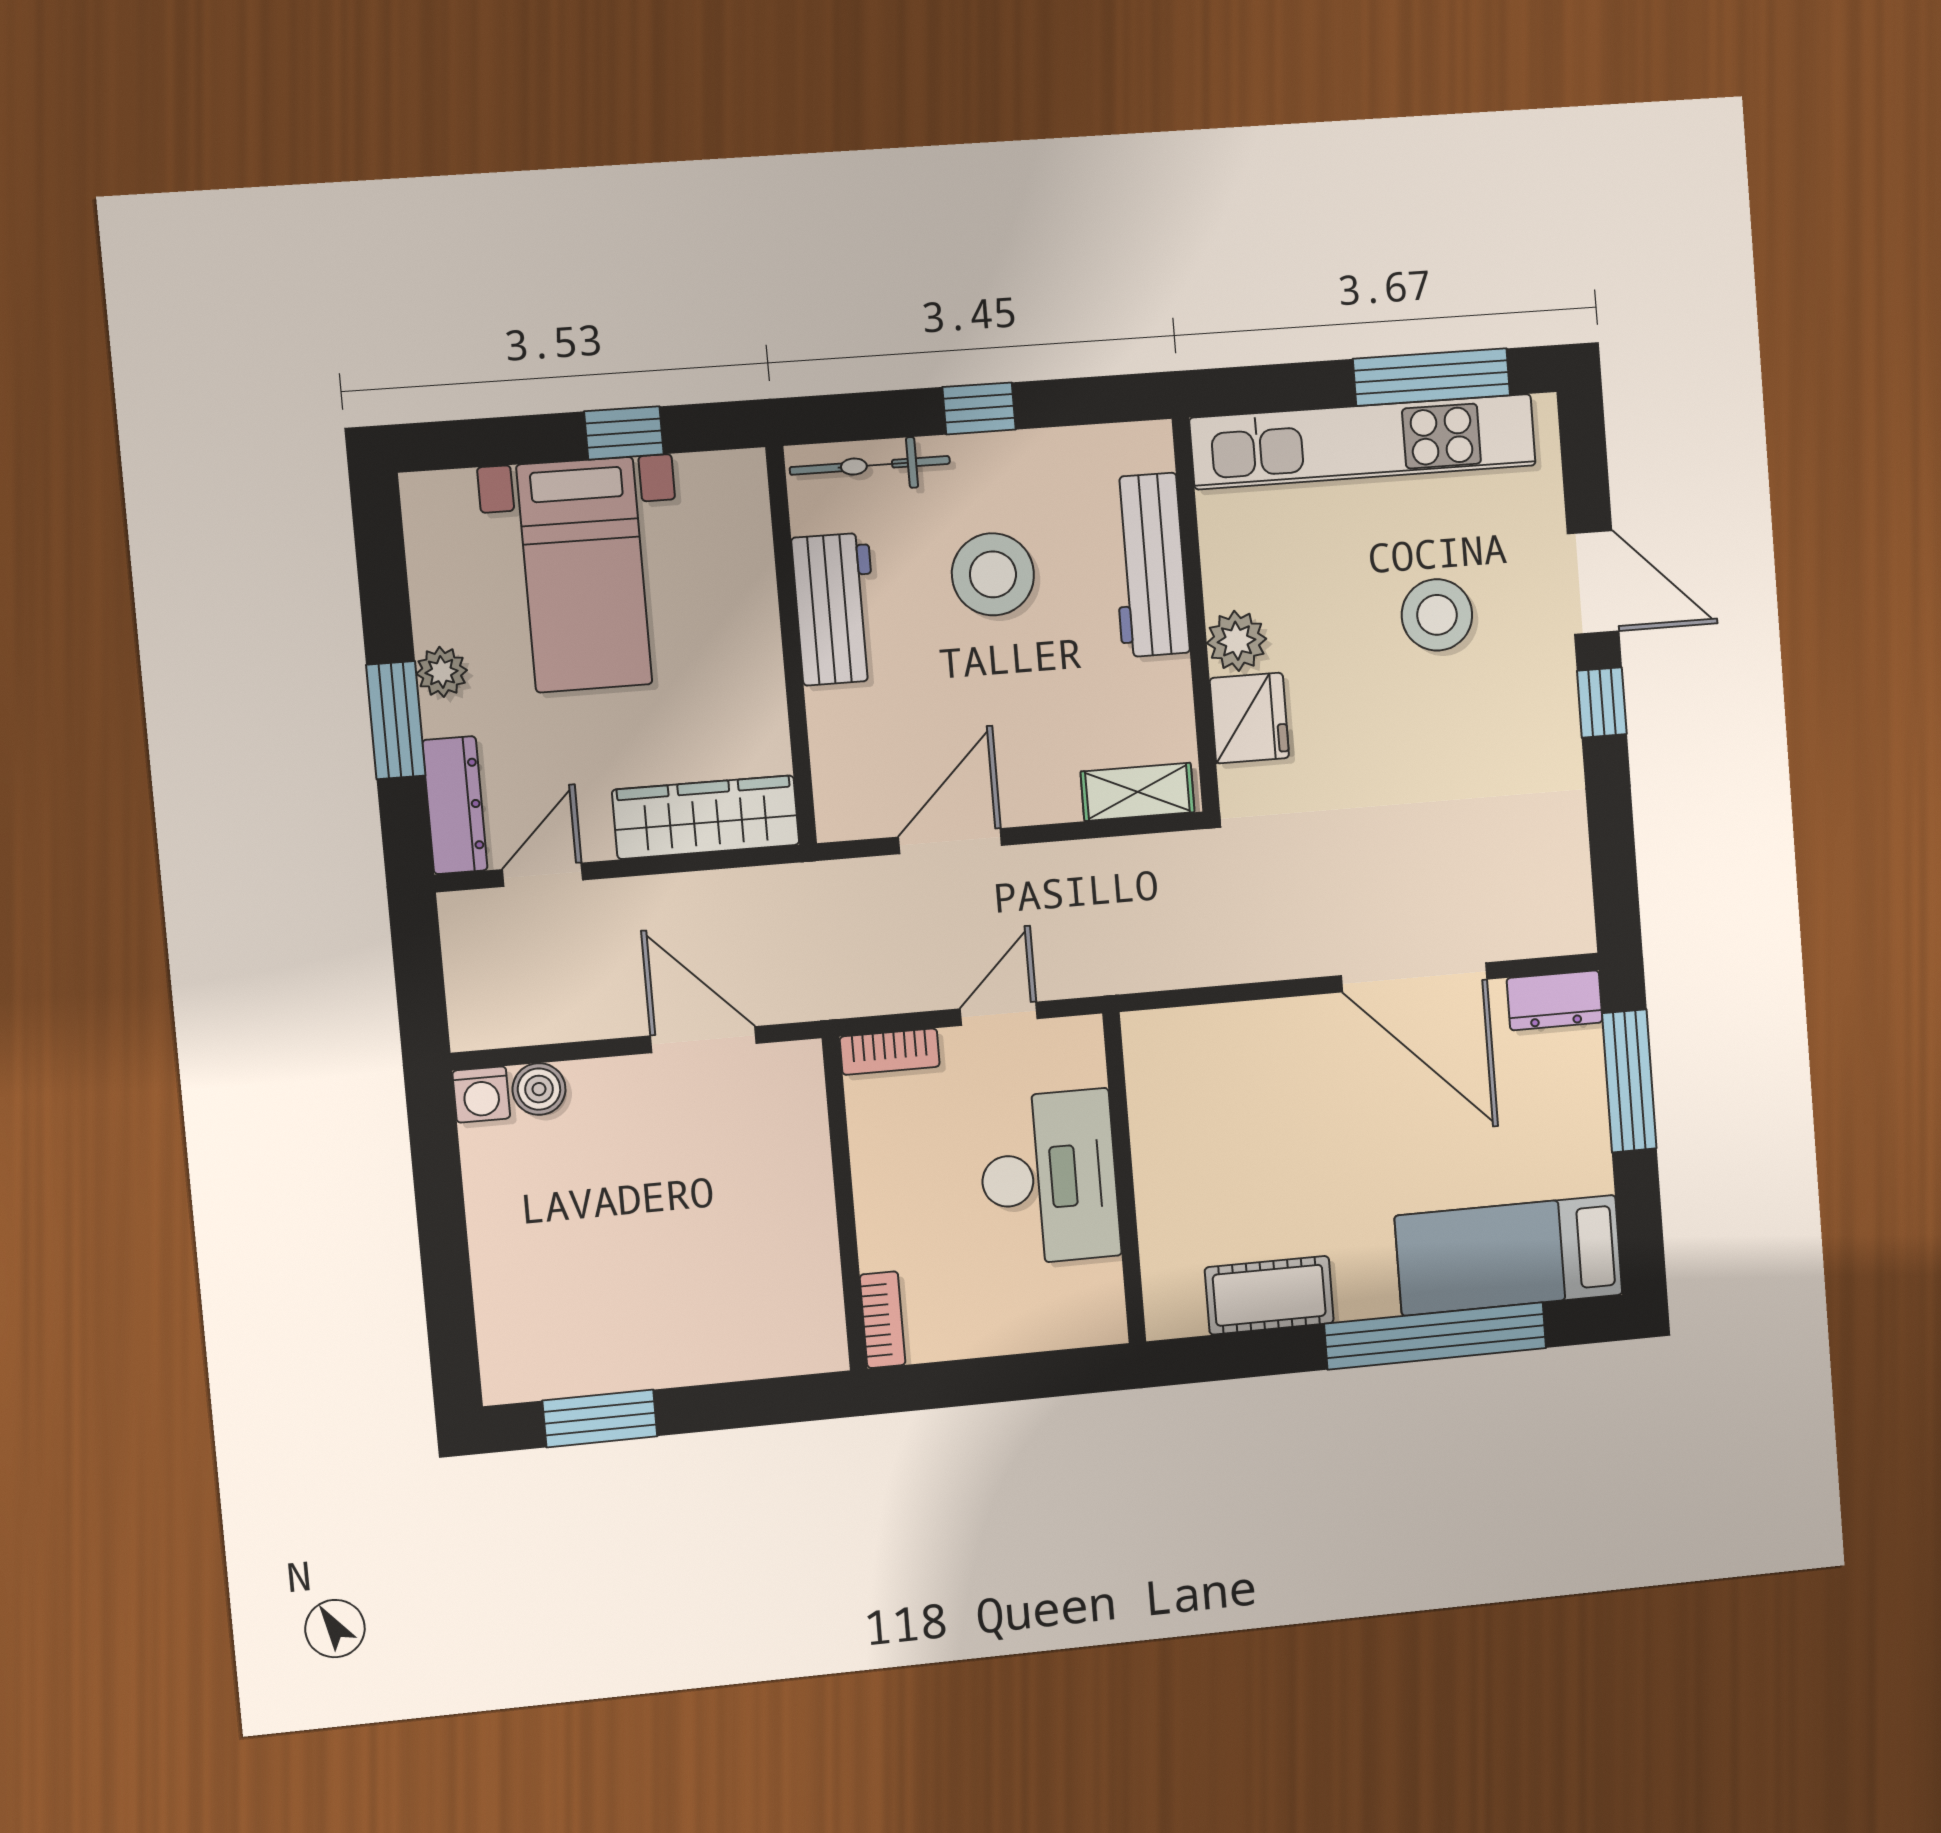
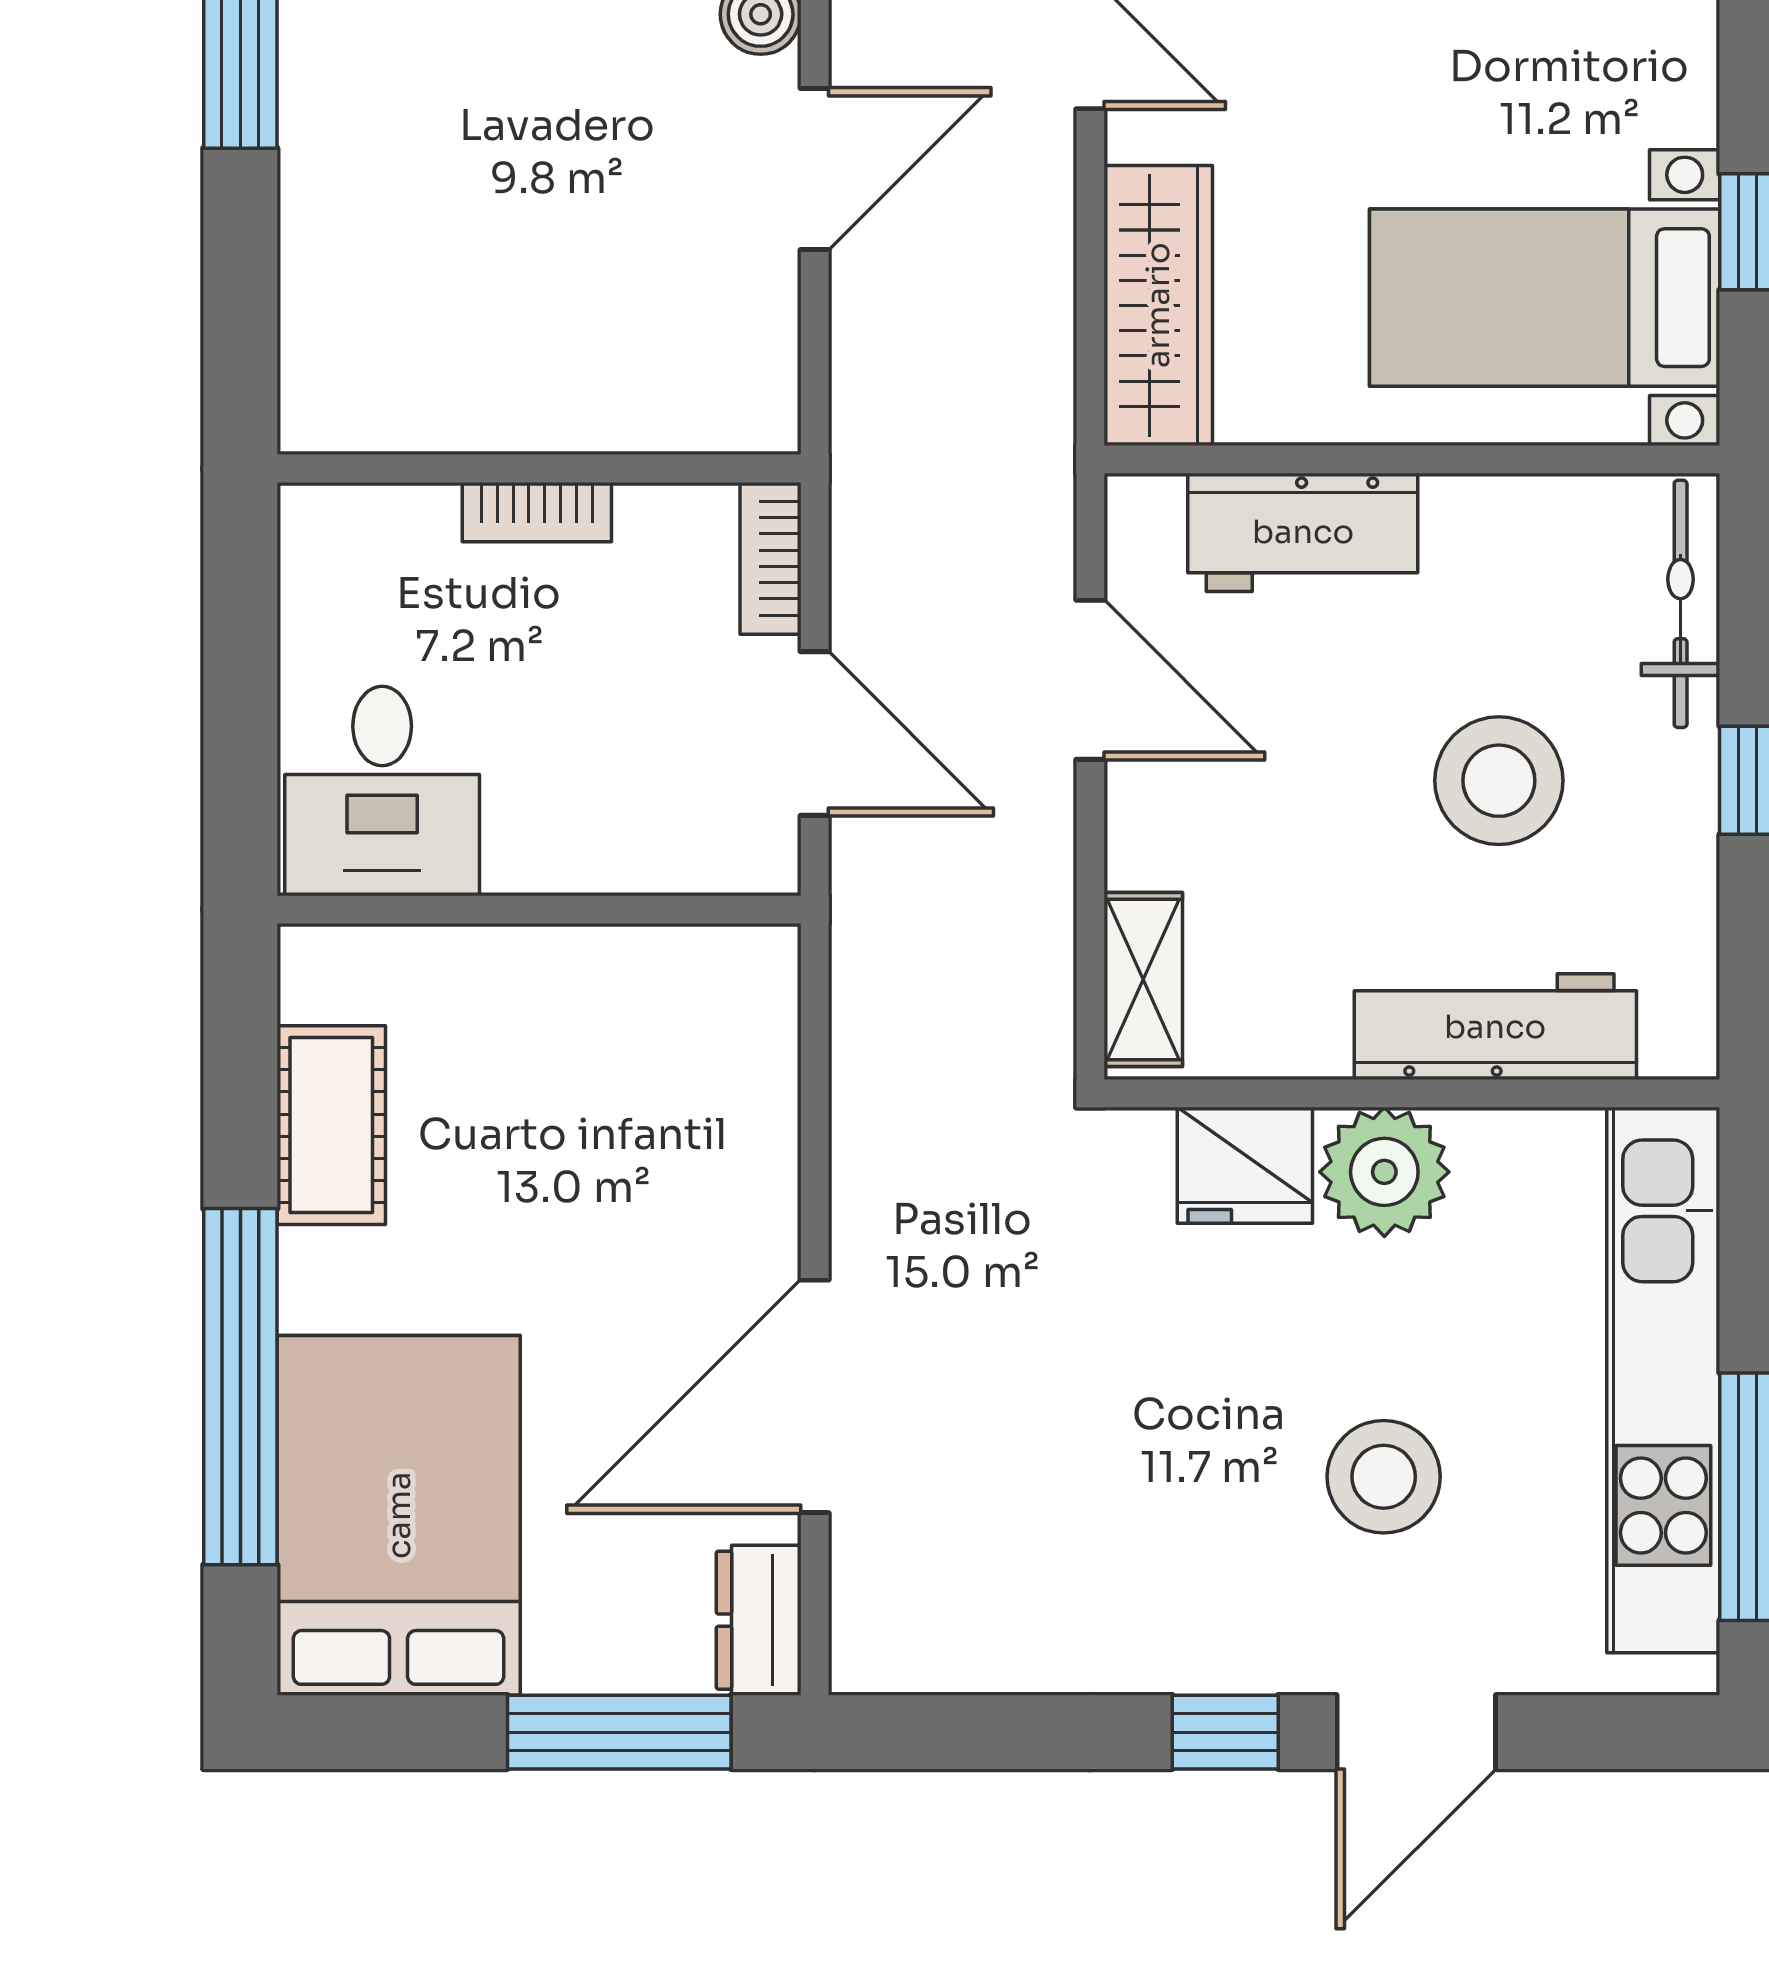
bed with nightstands: (584, 575) -> (1545, 298), moved
workbench: (836, 609) -> (1303, 532), moved
plant: (1237, 641) -> (1384, 1172), width x1.36, depth x1.36
door: (999, 1014) -> (815, 734), width x1.38
door: (704, 1040) -> (815, 169), moved
desk: (1049, 1178) -> (382, 791), moved, width x0.73
bed: (1509, 1255) -> (399, 1515), width x1.50
bookcase: (883, 1320) -> (537, 512), moved

